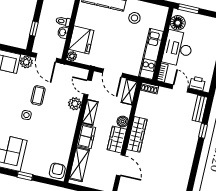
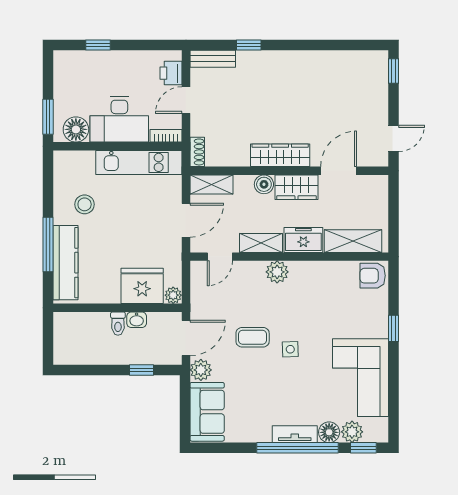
plant: (75, 104) -> (277, 272), moved

